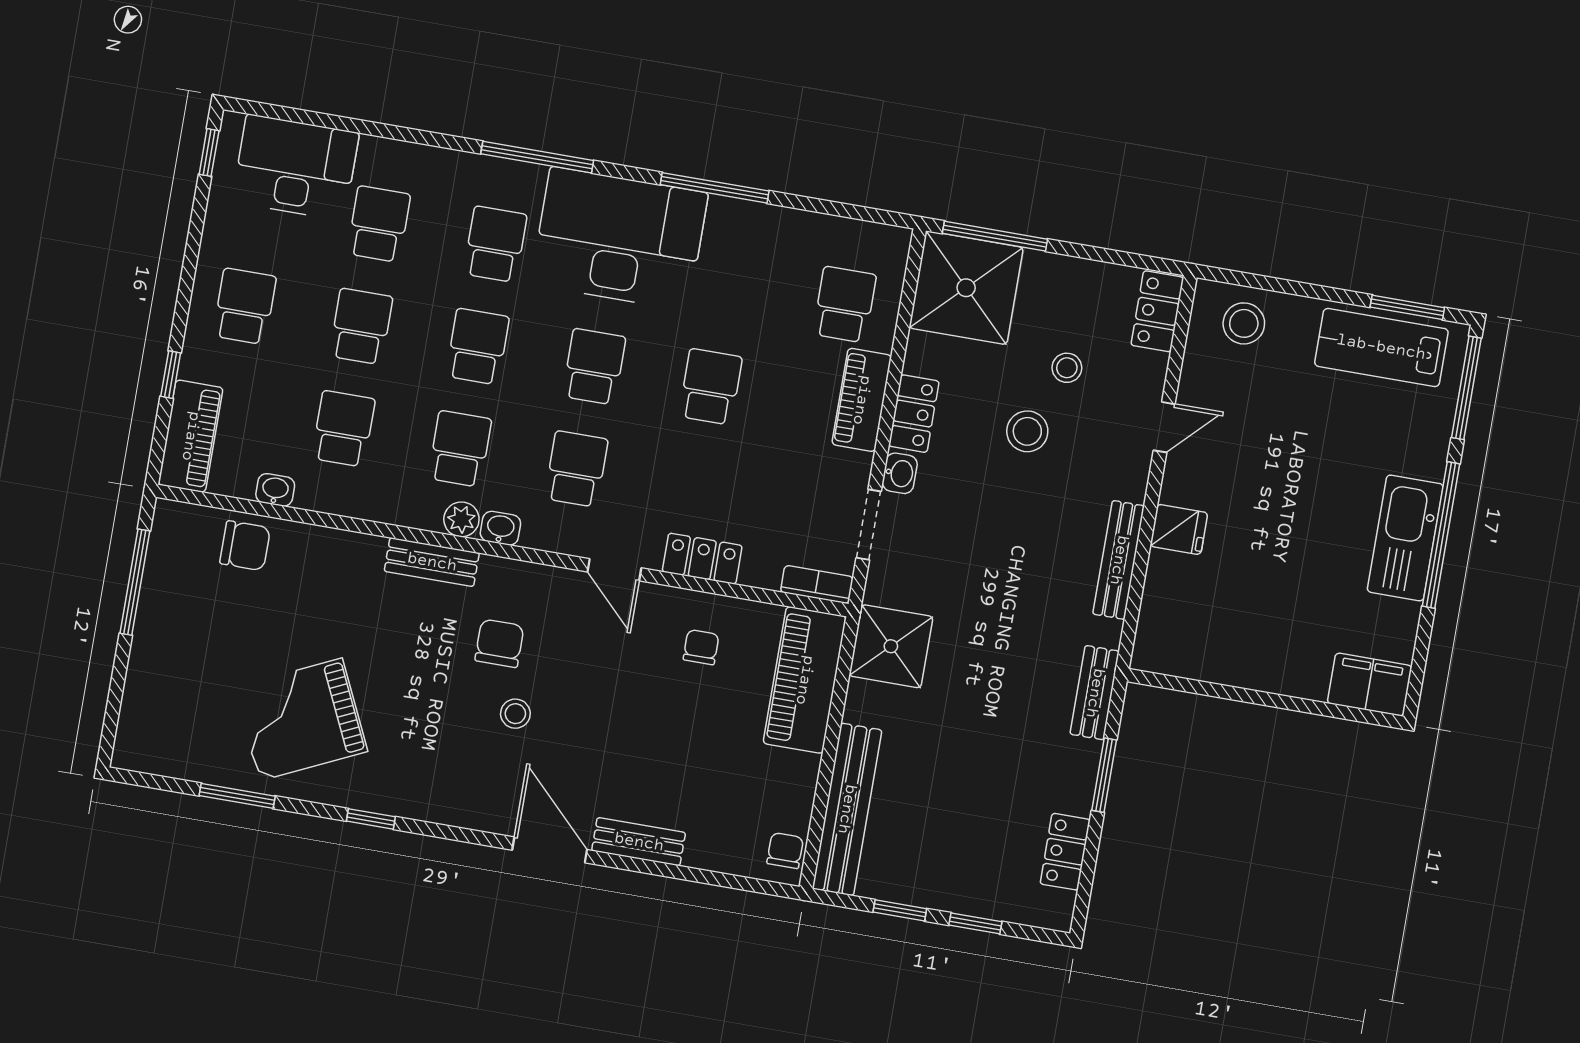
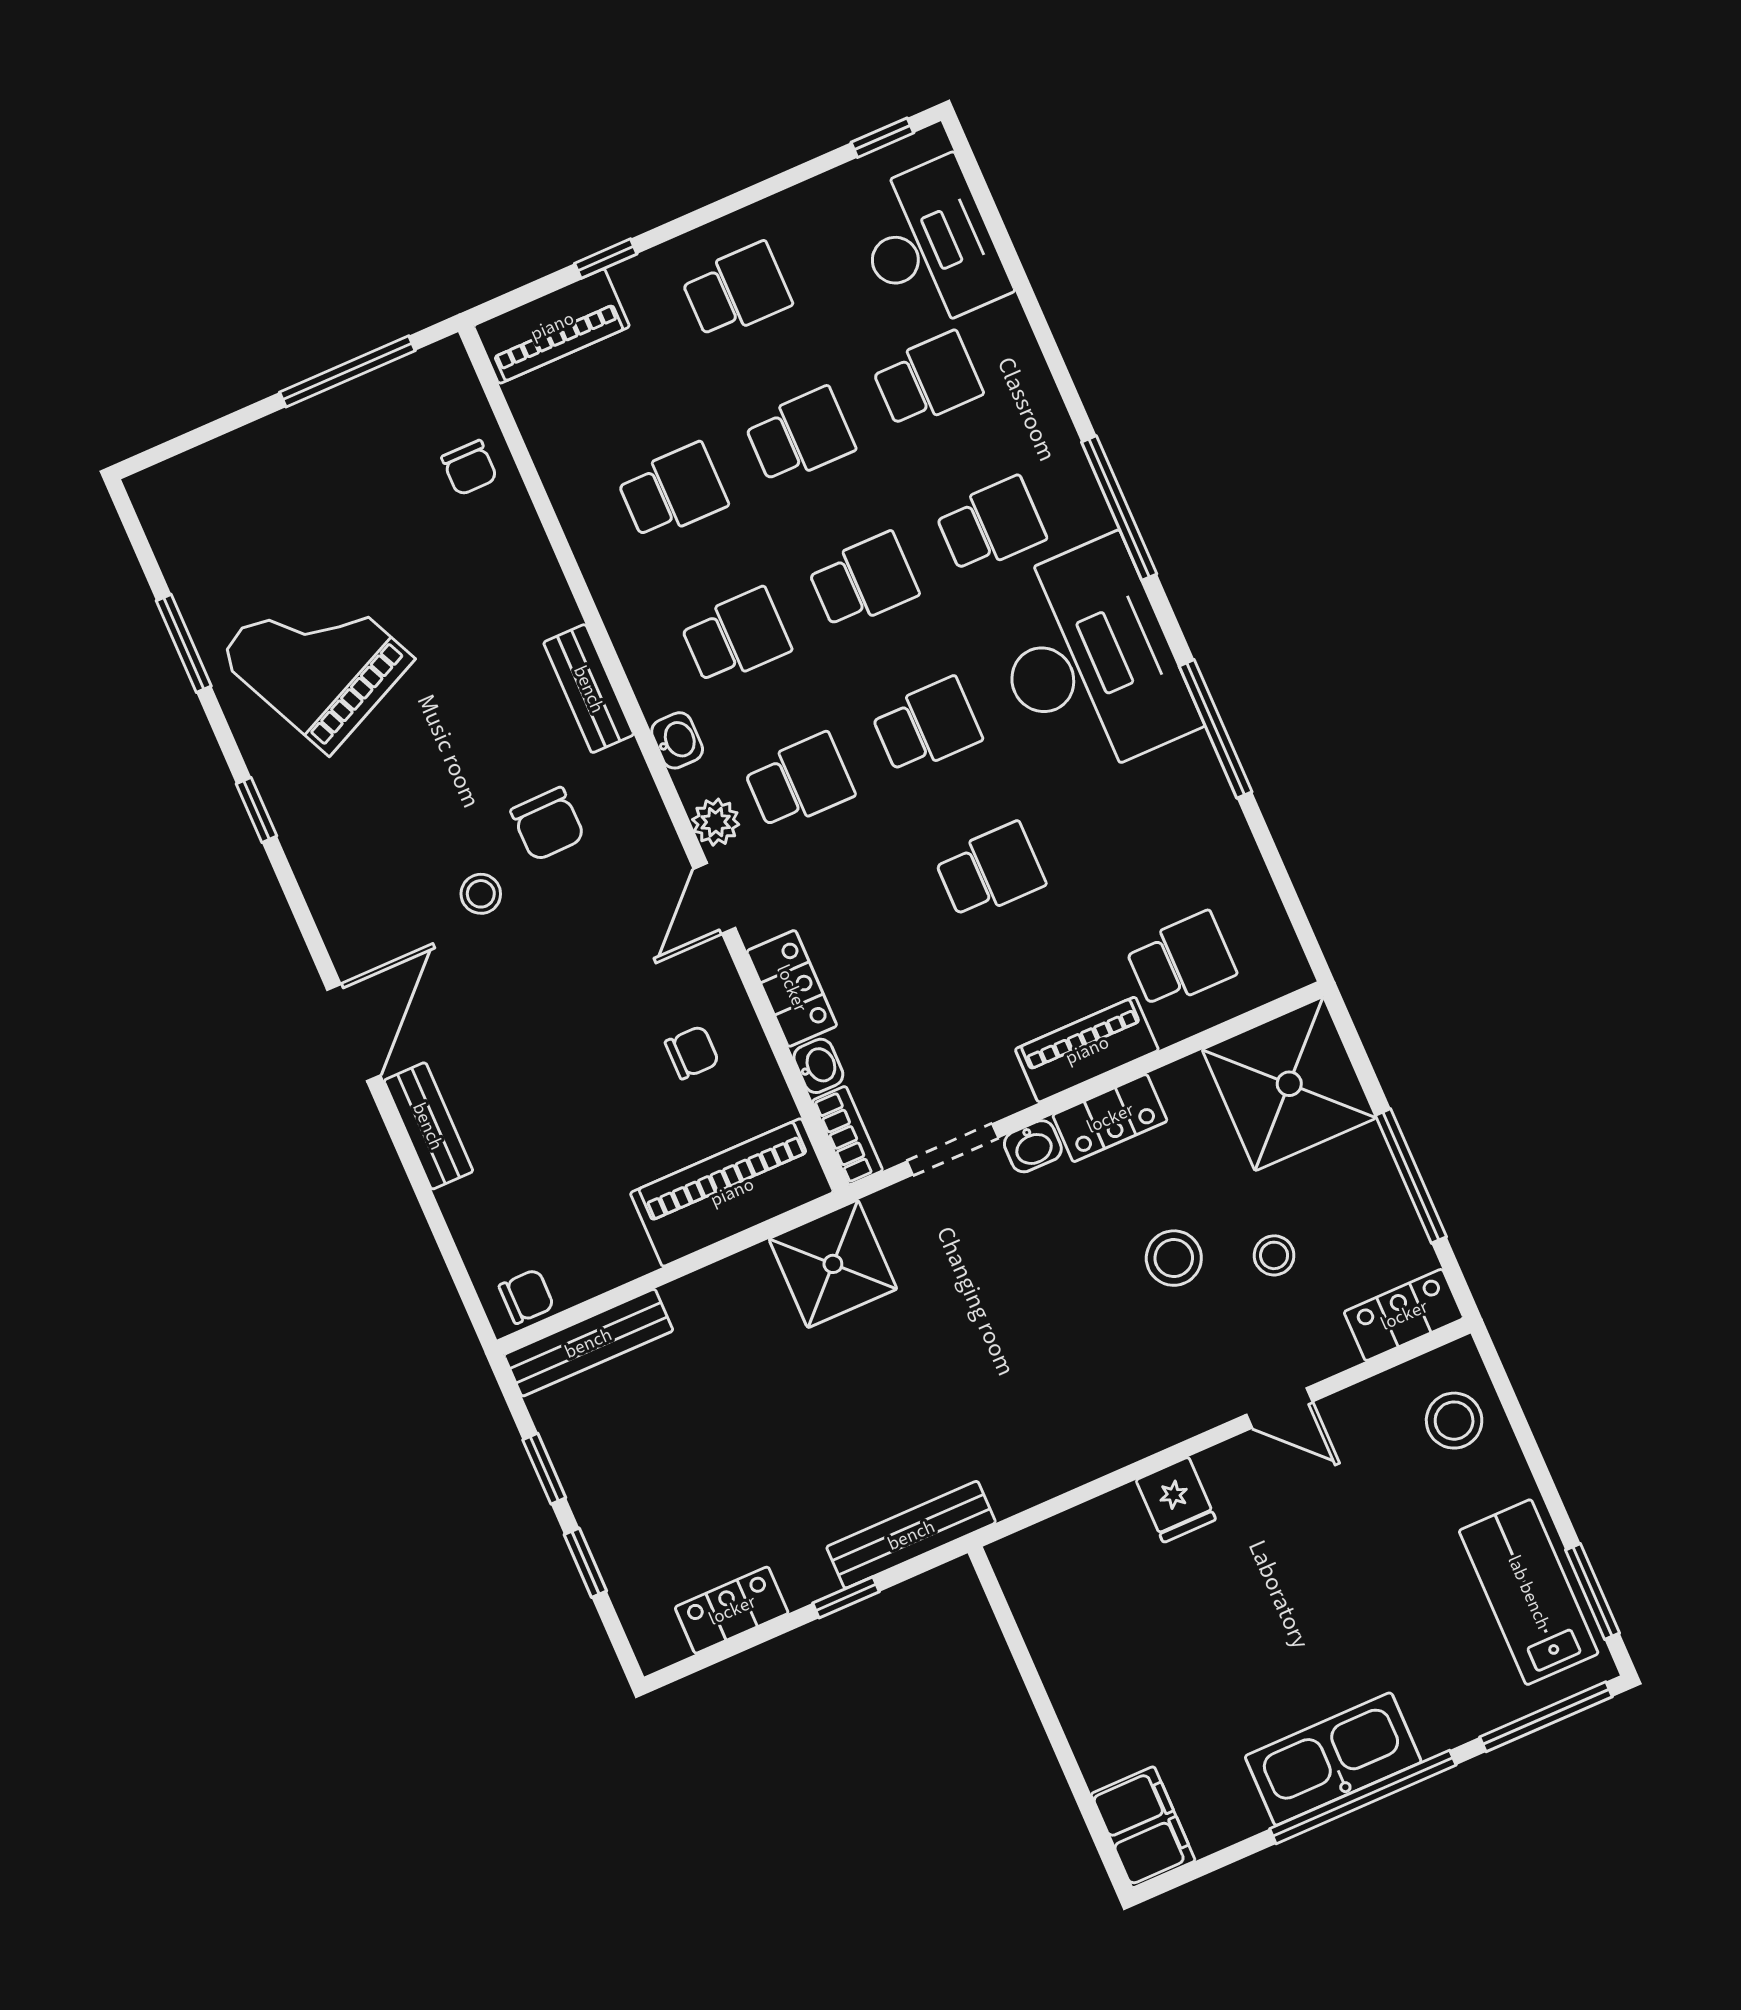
window: (995, 236) -> (1411, 1176), moved
washbasin: (275, 490) -> (818, 1066), moved
plant: (461, 519) -> (716, 822), moved
chair: (245, 546) -> (469, 468), width x0.73, depth x0.73
bench: (1119, 560) -> (1097, 1455), removed
chair: (499, 643) -> (548, 824), turned 89
bench: (1095, 693) -> (911, 1535), width x1.36
window: (1104, 775) -> (846, 1597), width x0.67
bench: (847, 809) -> (588, 1343), width x0.73, depth x0.82

